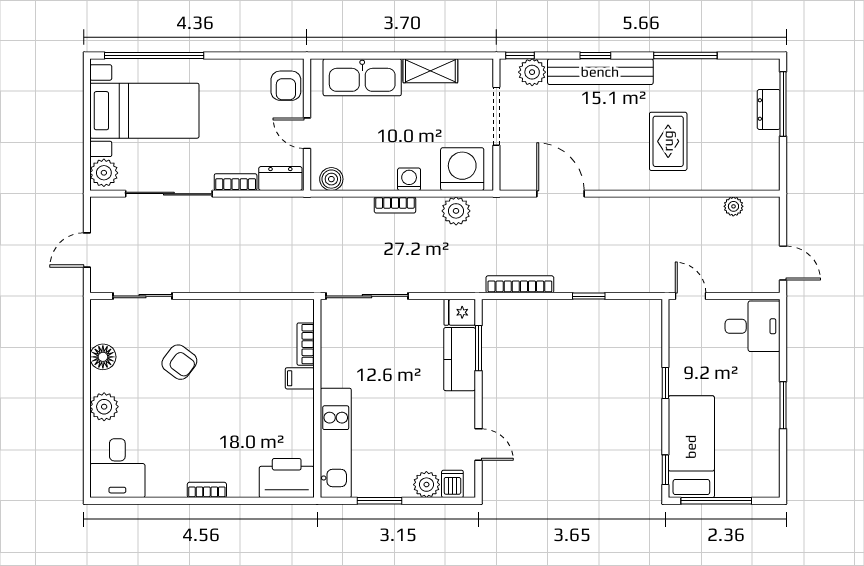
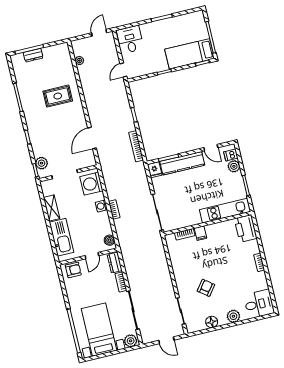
bench: (600, 72) -> (34, 133), removed
plant: (456, 211) -> (110, 182), removed
kitchen counter: (460, 359) -> (182, 163), width x1.50
door: (478, 445) -> (211, 148), swing flipped

